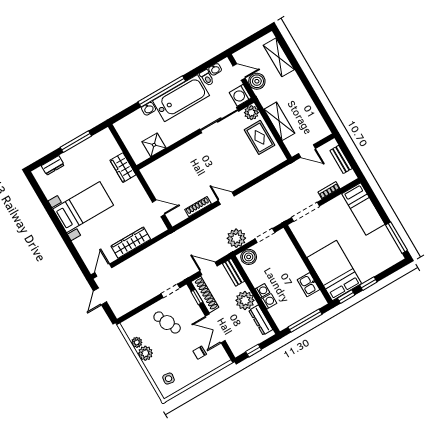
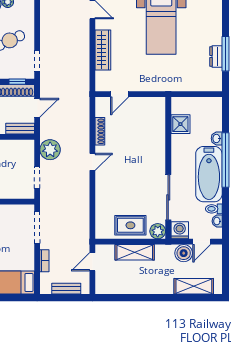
dresser: (53, 165) -> (216, 56), moved
wardrobe: (123, 168) -> (176, 83), removed
boiler: (249, 257) -> (26, 151), removed

